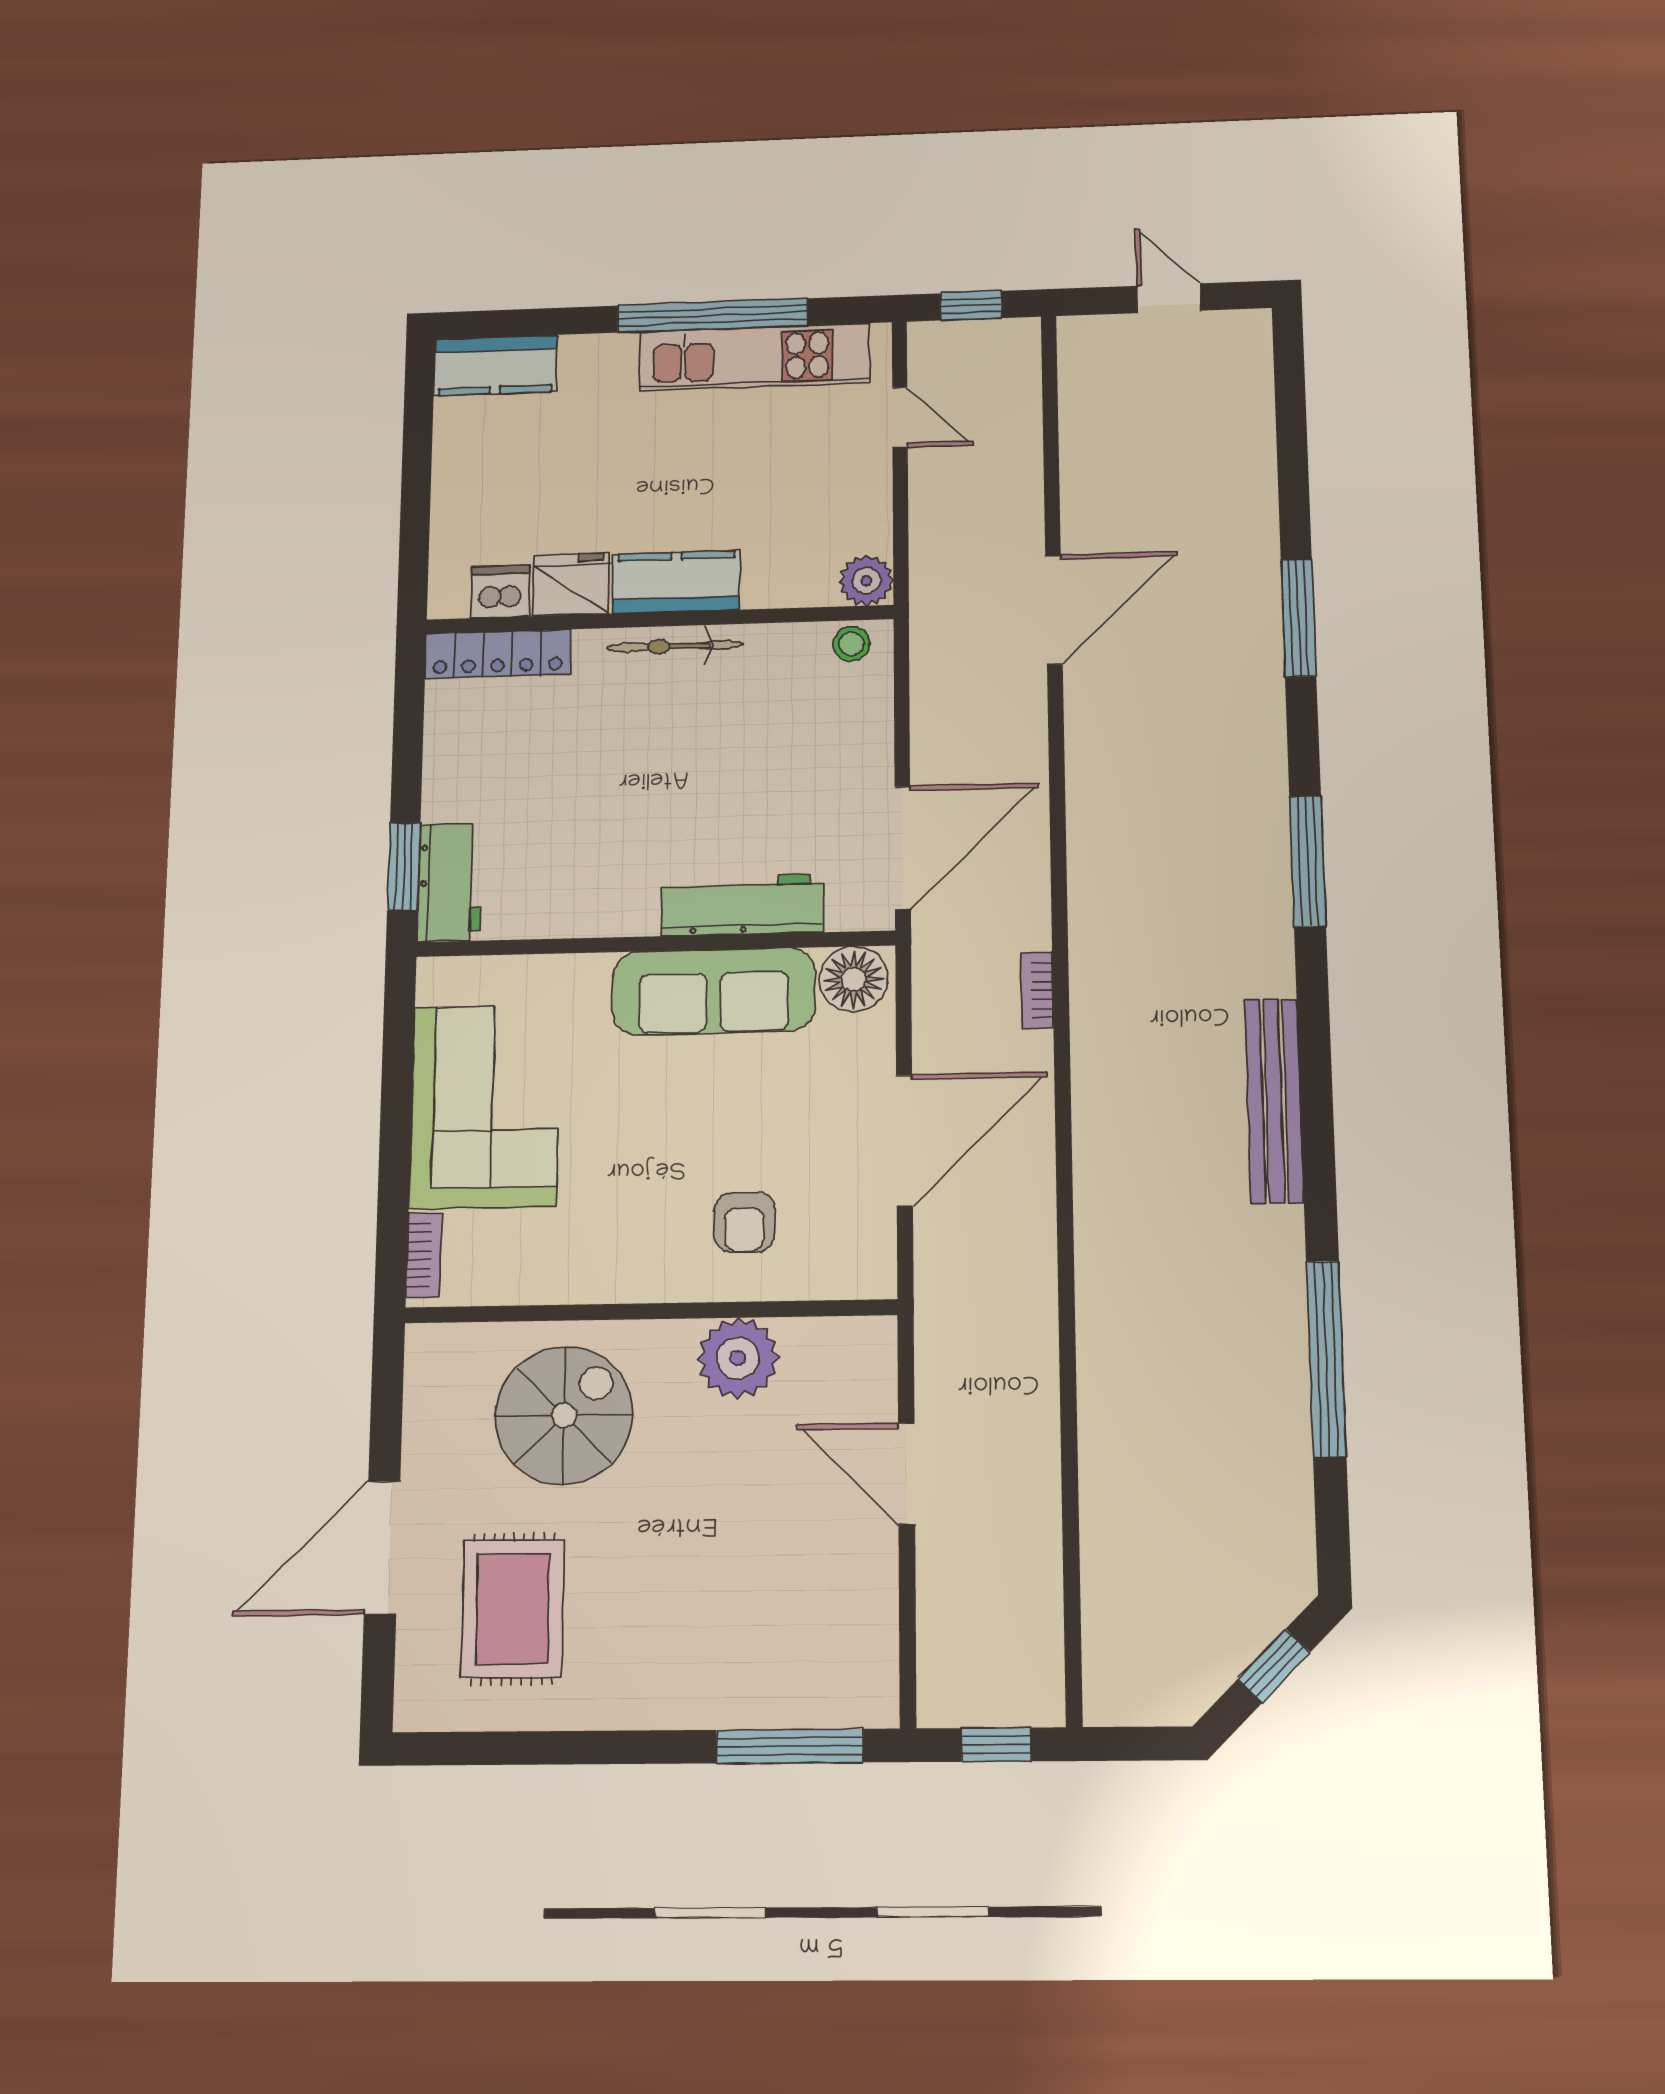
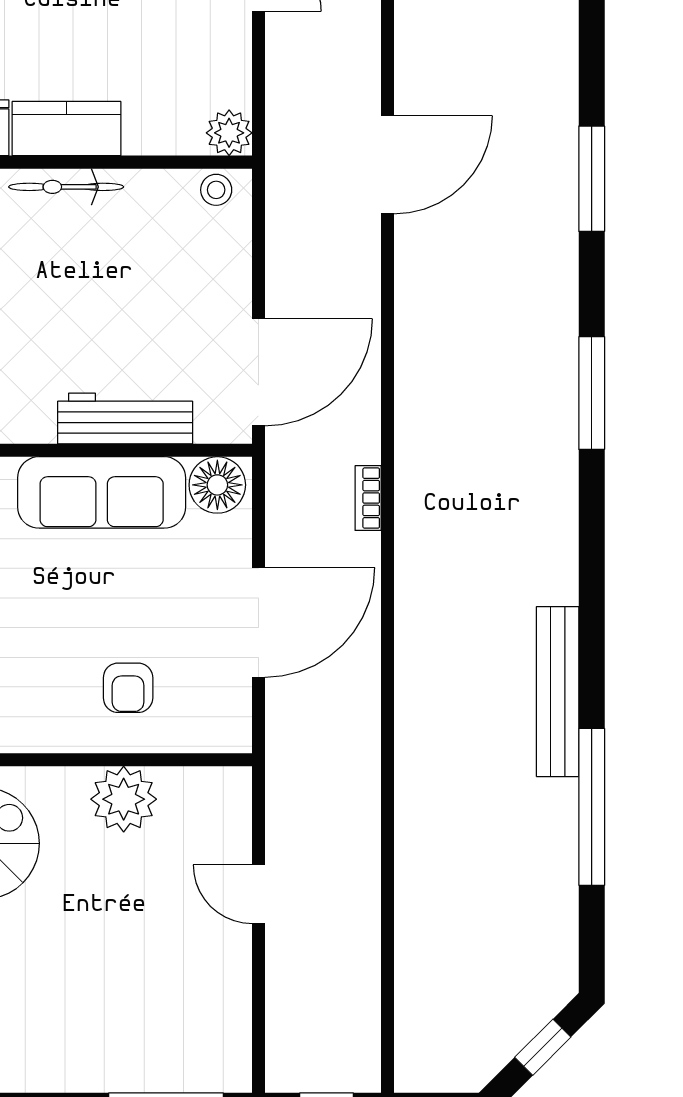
bench: (1274, 1101) -> (558, 692), moved
door: (907, 1474) -> (258, 894), width x0.73

